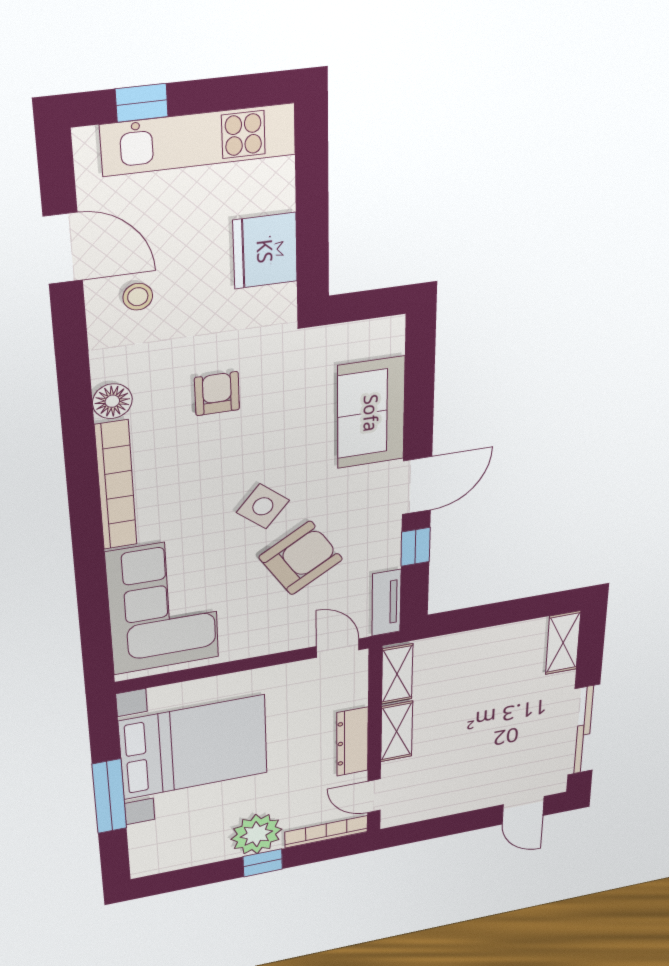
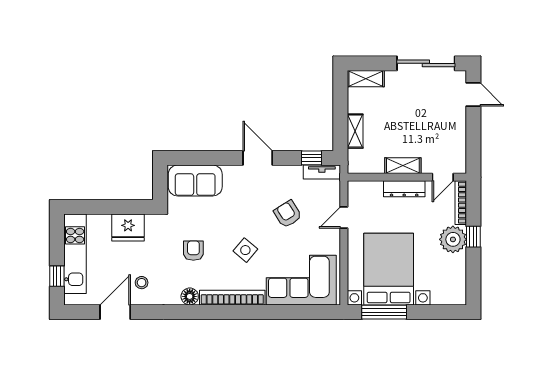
armchair: (217, 394) -> (193, 251), turned 90
sofa: (371, 413) -> (195, 181), moved
side table: (263, 506) -> (245, 250), moved
window: (416, 547) -> (311, 158), moved
armchair: (301, 558) -> (288, 214), width x0.72, depth x0.72
door: (338, 648) -> (344, 218), moved
shelving: (397, 674) -> (355, 131), moved, turned 90
window: (109, 796) -> (384, 312), moved
door: (523, 810) -> (473, 95), hinge flipped

